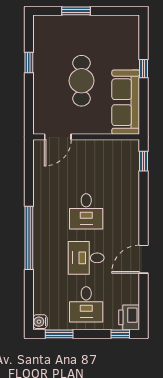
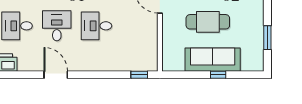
window: (76, 11) -> (267, 38), moved
sofa: (126, 102) -> (213, 60), moved

